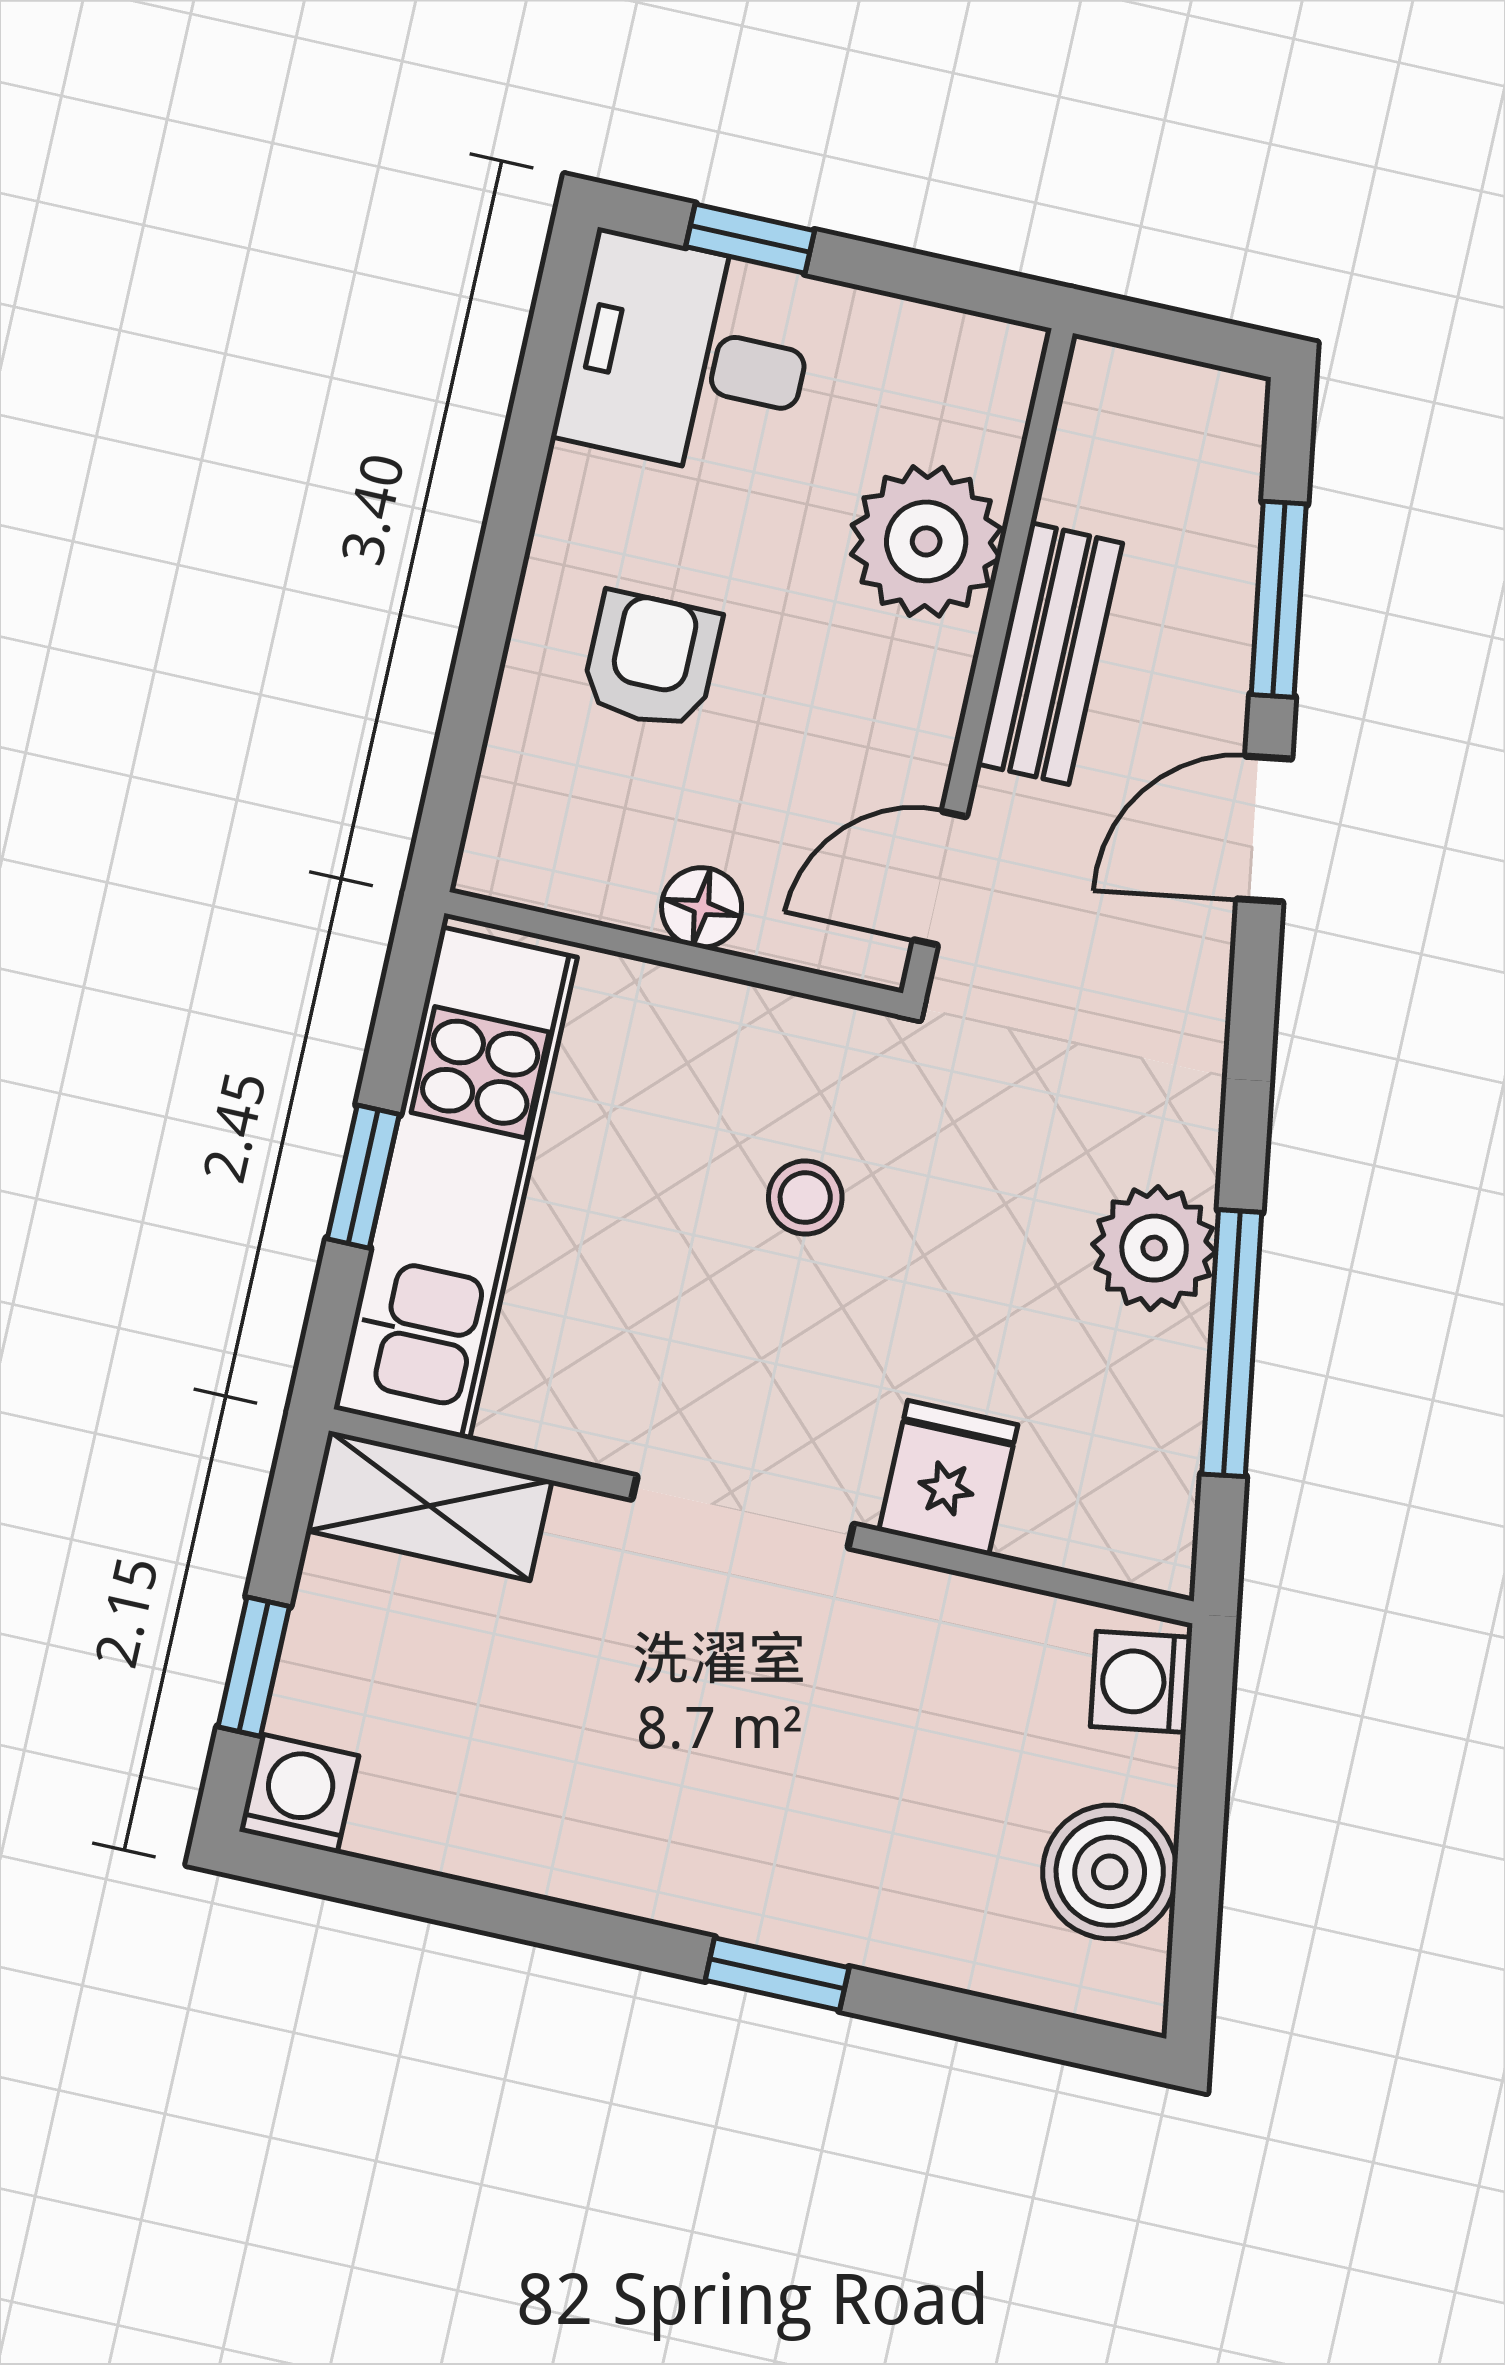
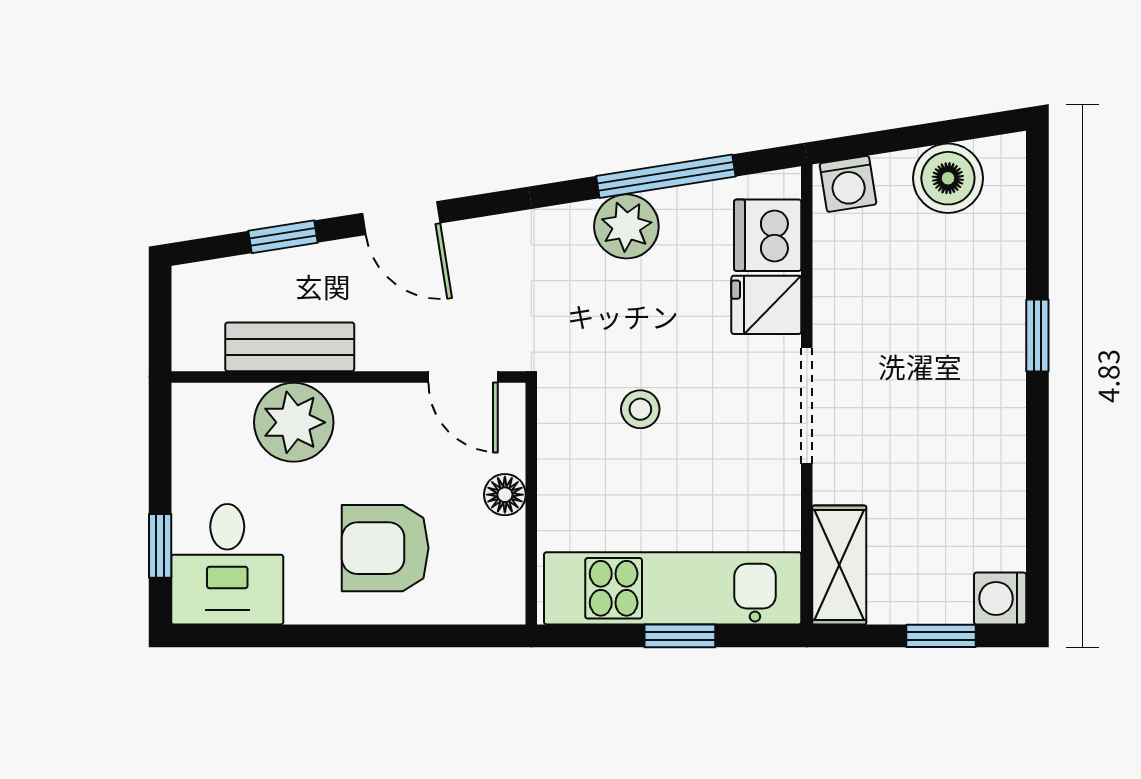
window: (1279, 599) -> (283, 237), width x0.67
bench: (1050, 654) -> (290, 347), moved
armchair: (651, 660) -> (385, 548), width x1.38, depth x1.38
dishwasher: (1078, 1510) -> (768, 235), added

